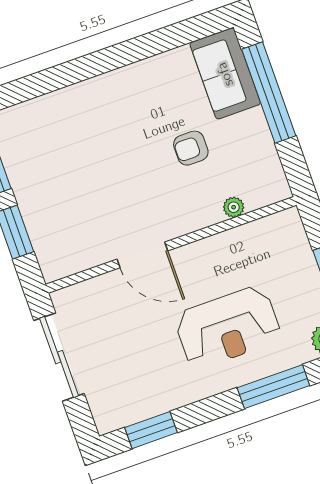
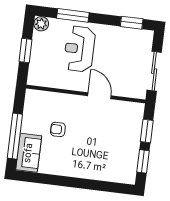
armchair: (191, 148) -> (58, 129), turned 180
plant: (234, 207) -> (53, 97), removed
reception desk: (228, 327) -> (79, 49), turned -90

